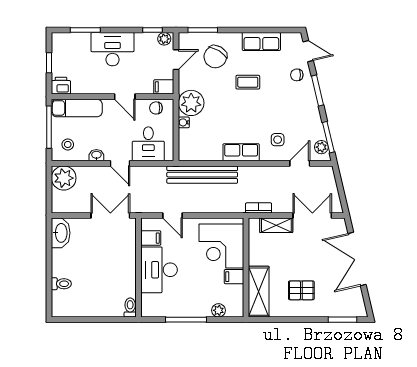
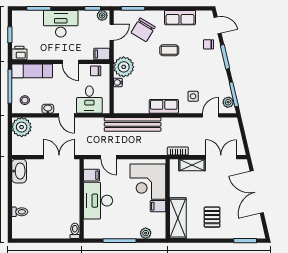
pallet: (301, 290) -> (212, 217), turned 90

